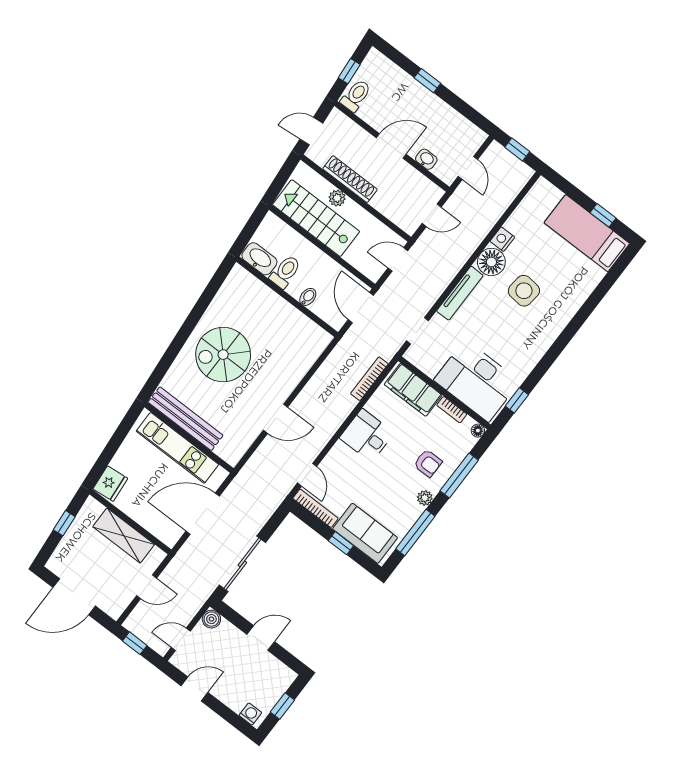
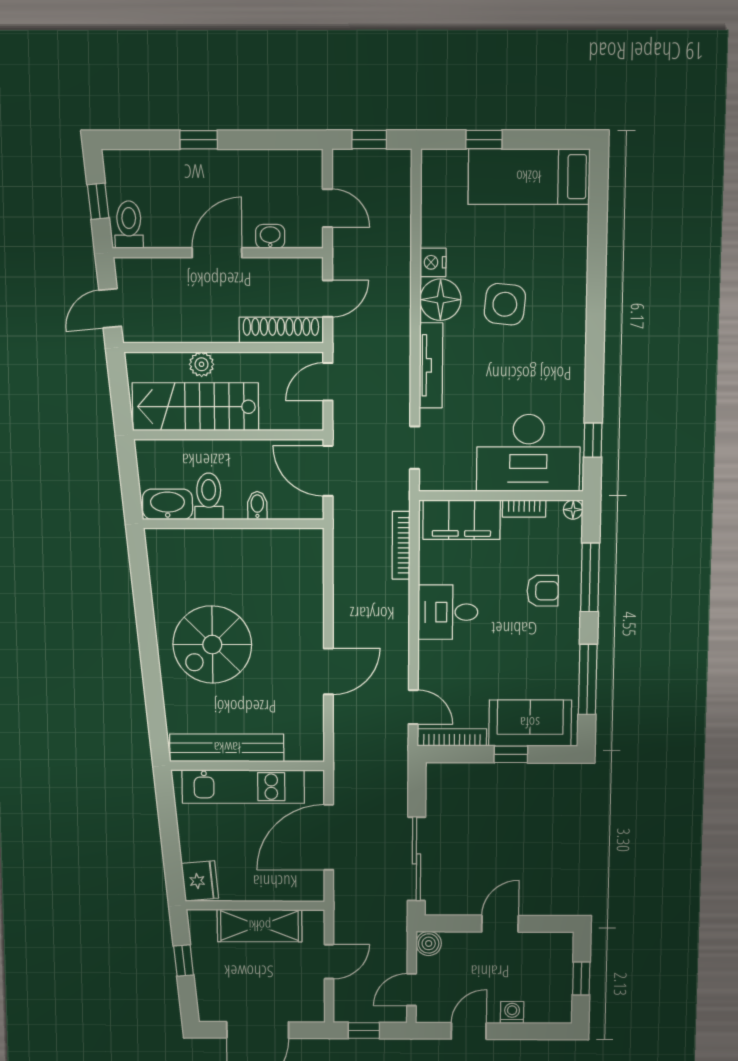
shoe rack: (350, 179) -> (281, 330), moved
window: (603, 215) -> (484, 140), moved
plant: (425, 498) -> (569, 633), removed
washing machine: (250, 714) -> (512, 1012), moved

